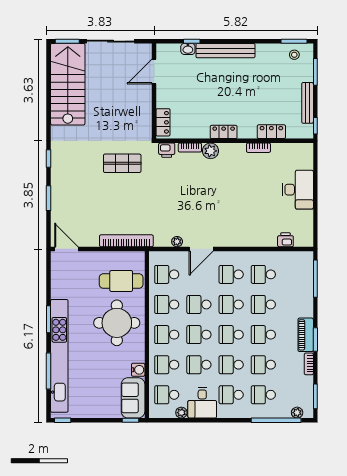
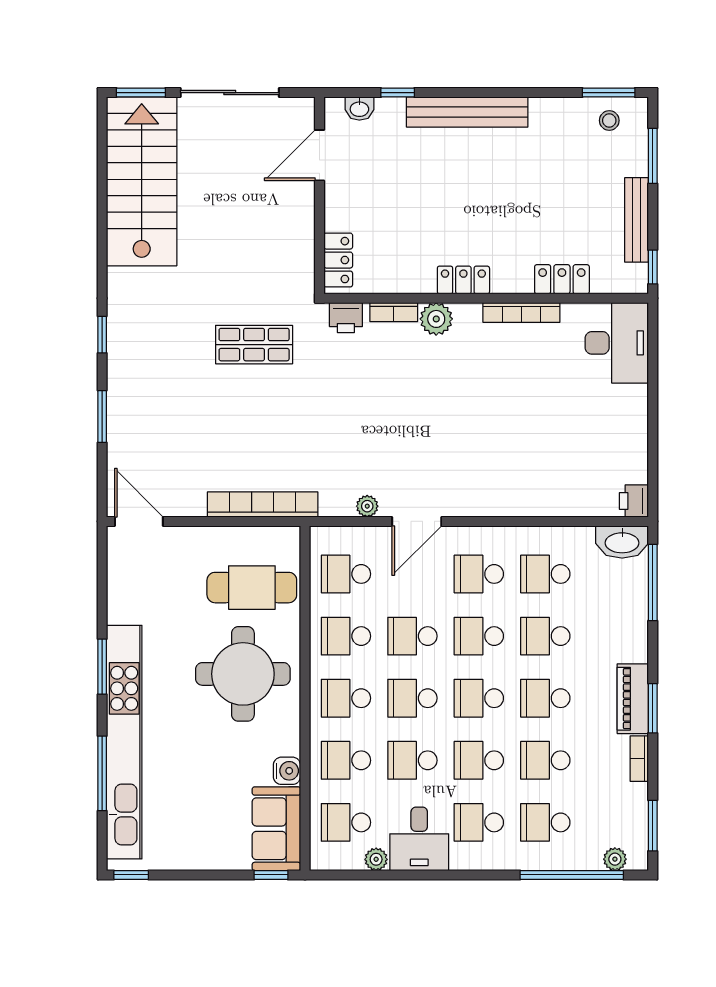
washbasin: (188, 49) -> (359, 108), moved
bookcase: (258, 148) -> (521, 312), width x1.56
desk: (298, 190) -> (617, 343), moved
printer: (285, 240) -> (634, 501), moved, turned -90
washbasin: (300, 259) -> (622, 542), added

